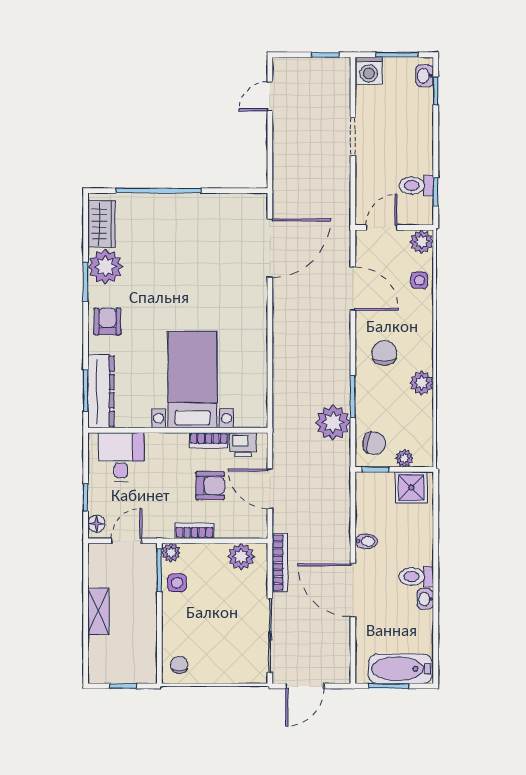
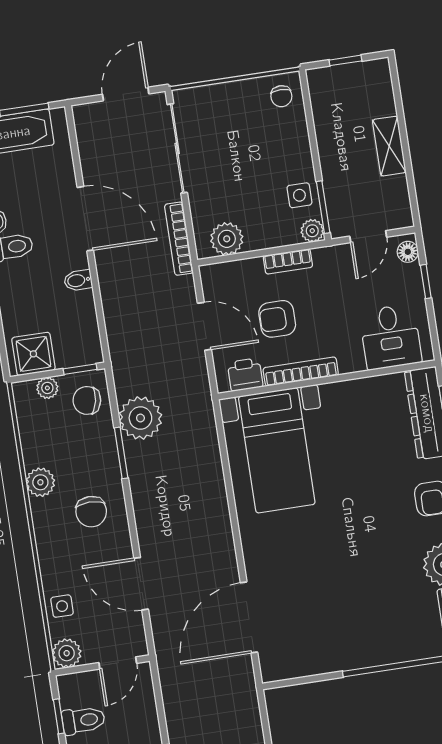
bed with nightstands: (193, 380) -> (277, 450), moved
bookcase: (209, 440) -> (301, 371), width x1.56

